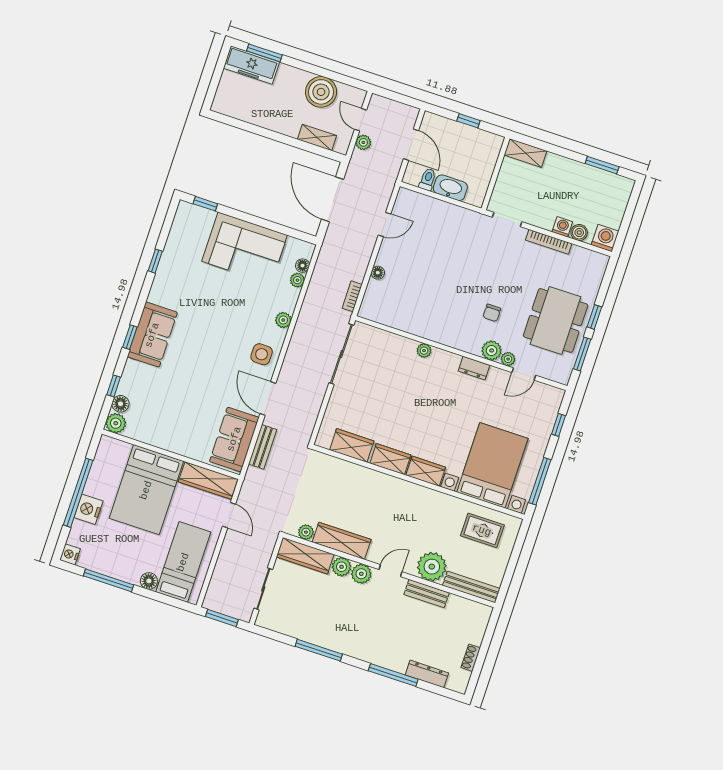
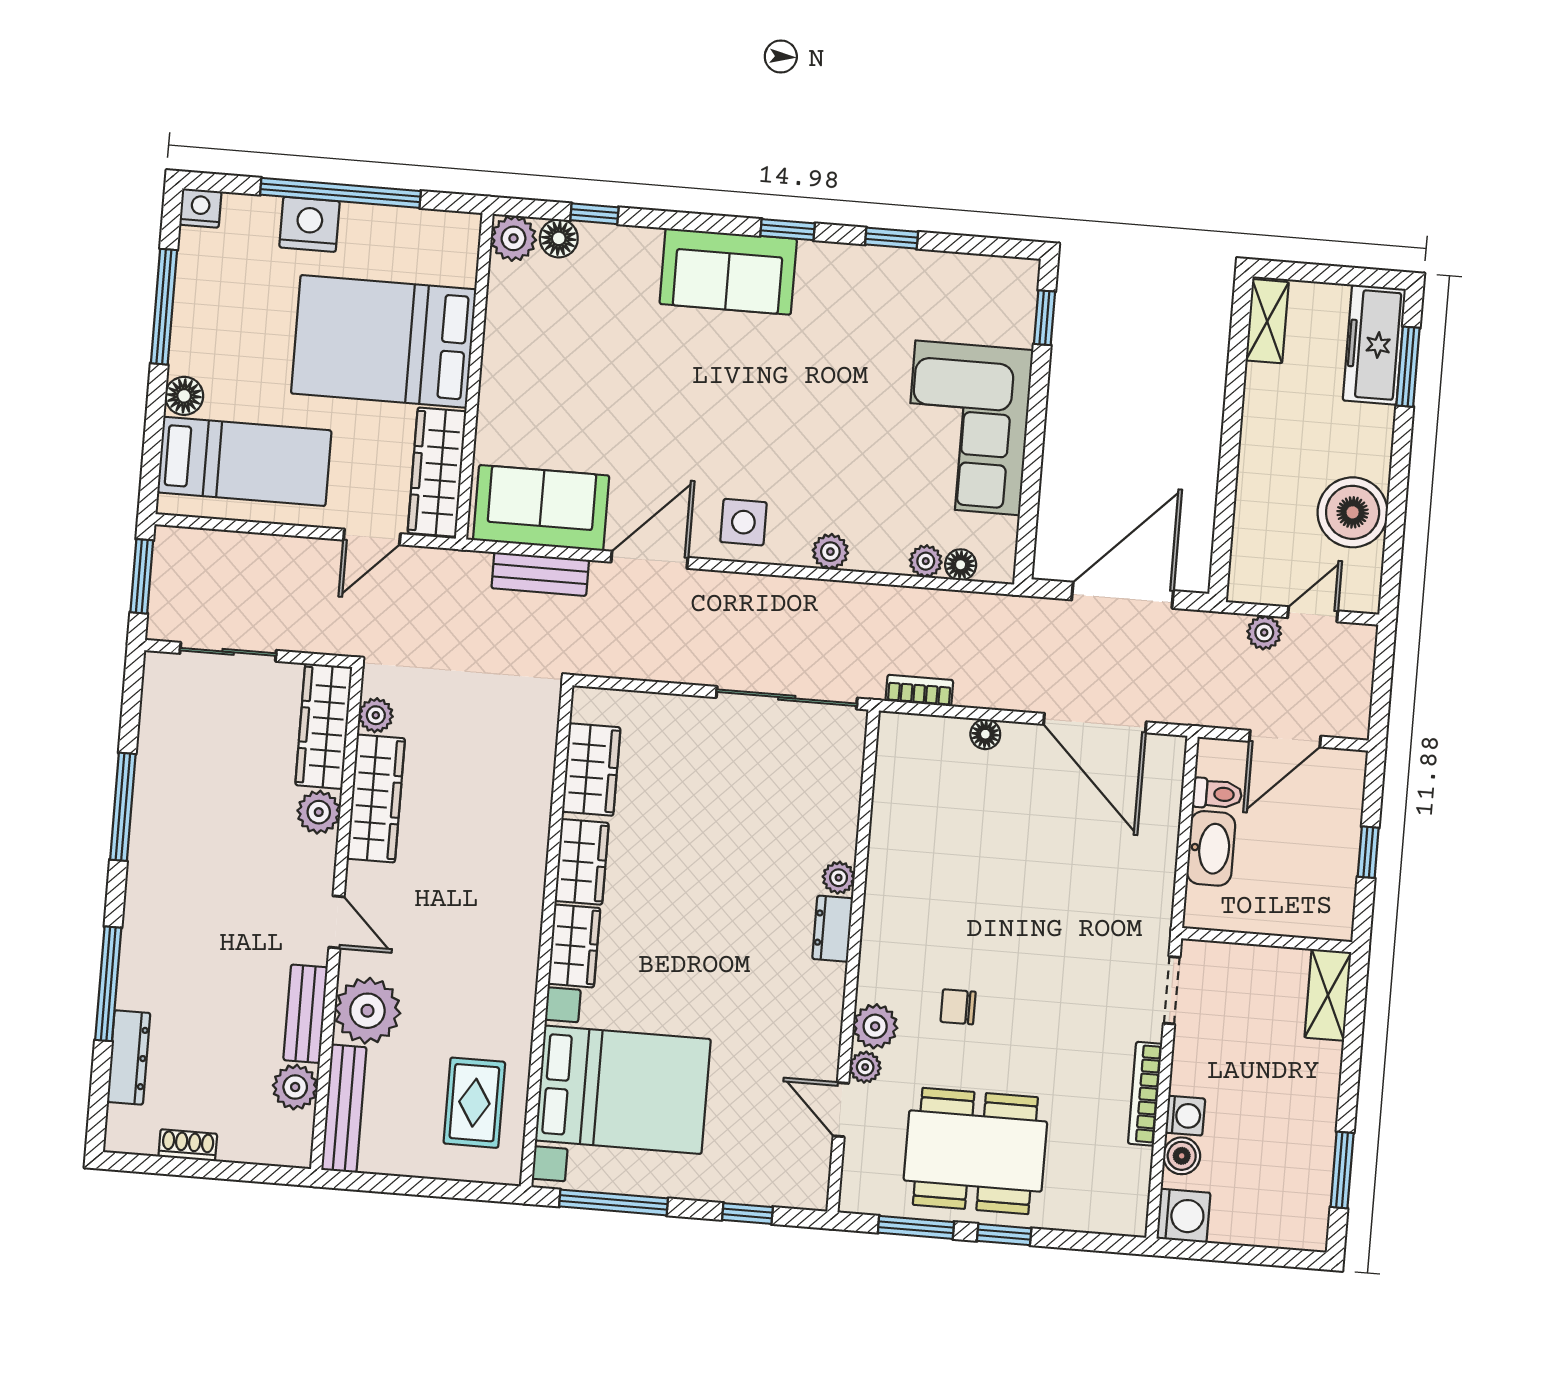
shelving: (317, 137) -> (1267, 321), moved
door: (384, 225) -> (1095, 723), width x1.87
window: (130, 337) -> (788, 230), moved
dresser: (474, 368) -> (833, 929), moved
plant: (361, 574) -> (295, 1087), moved

